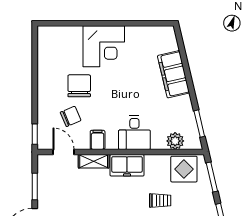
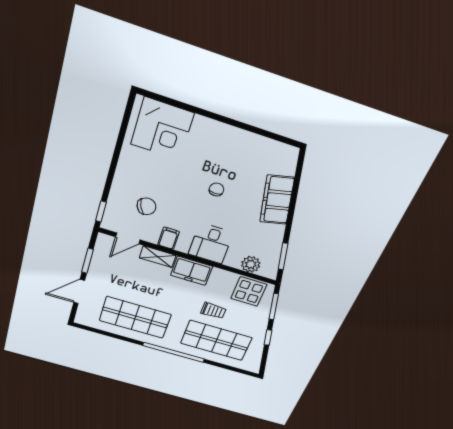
corner desk: (104, 46) -> (162, 129), moved
chair: (79, 86) -> (216, 190), moved, width x0.54, depth x0.54
door: (63, 152) -> (128, 238), swing flipped

